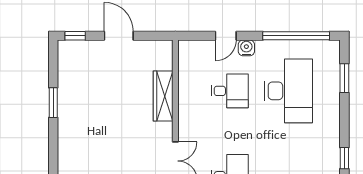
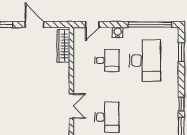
door: (226, 36) -> (92, 25), moved
wardrobe: (163, 96) -> (63, 46), moved

